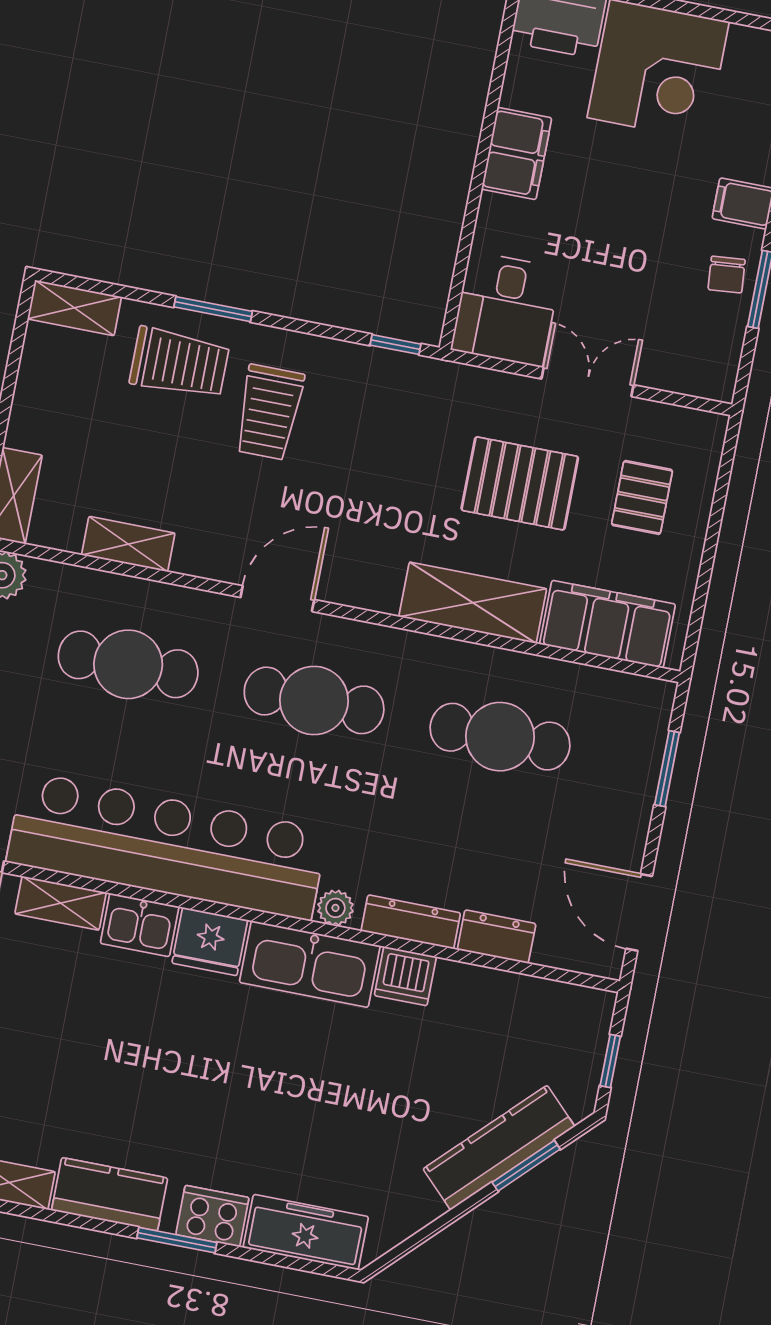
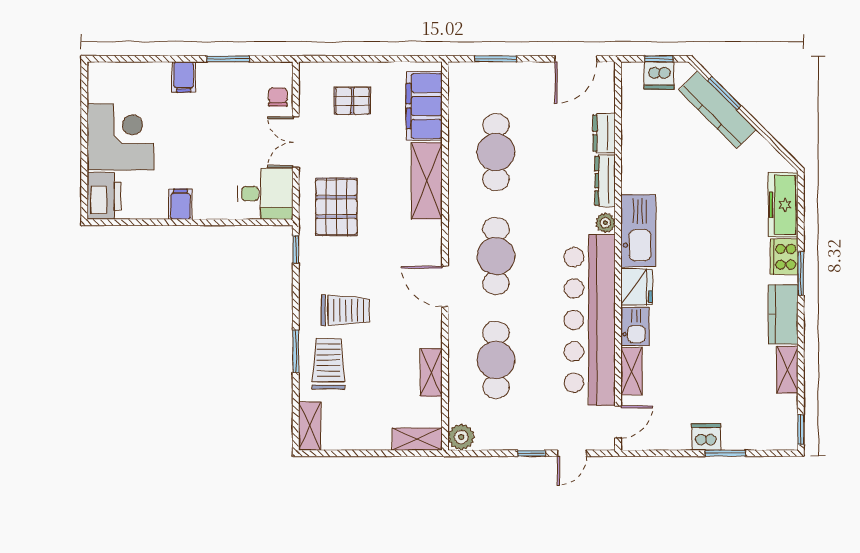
filing cabinet: (517, 153) -> (180, 204), width x0.50
chair: (727, 275) -> (278, 97), moved, turned -85
pallet: (520, 483) -> (336, 207), moved
dishwasher: (405, 976) -> (659, 76), moved, turned 90

